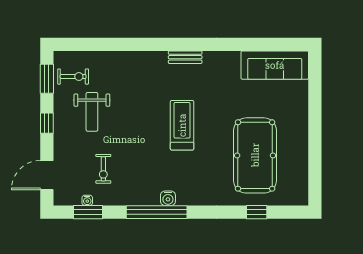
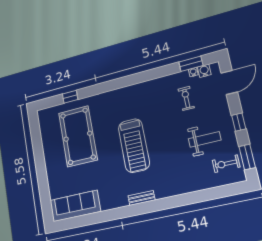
weight bench: (92, 112) -> (205, 139), turned 90
treadmill: (182, 125) -> (134, 146), width x1.37, depth x1.37
water cooler: (168, 198) -> (204, 71), moved
window: (157, 212) -> (140, 78), removed

